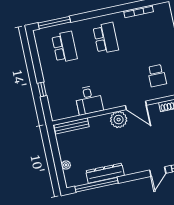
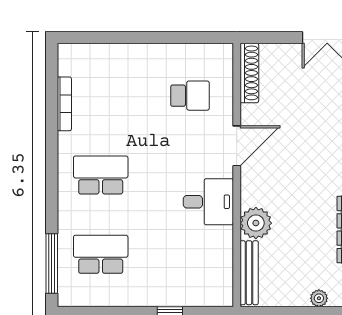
desk: (89, 100) -> (208, 202), moved
plant: (119, 120) -> (256, 223), moved

